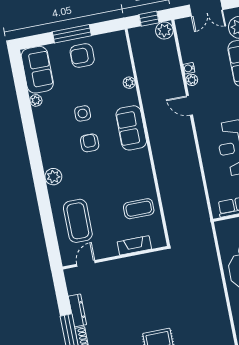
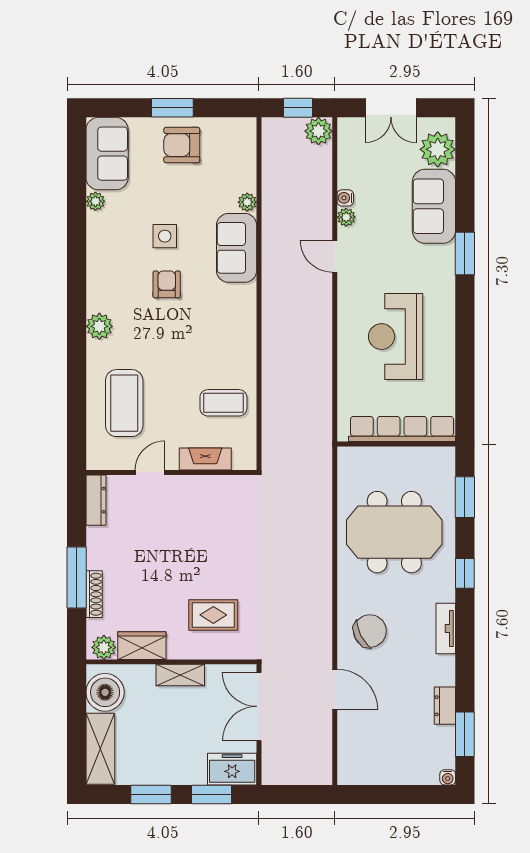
window: (72, 34) -> (172, 108), width x0.69
sofa: (131, 128) -> (237, 248), moved
door: (86, 263) -> (150, 472), moved
dresser: (77, 310) -> (96, 500), moved

